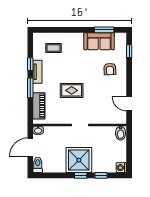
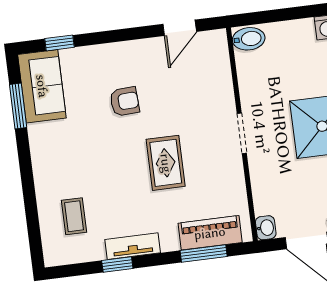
sofa: (99, 41) -> (42, 86), moved
armchair: (110, 69) -> (125, 101), moved
window: (30, 88) -> (204, 254), moved

